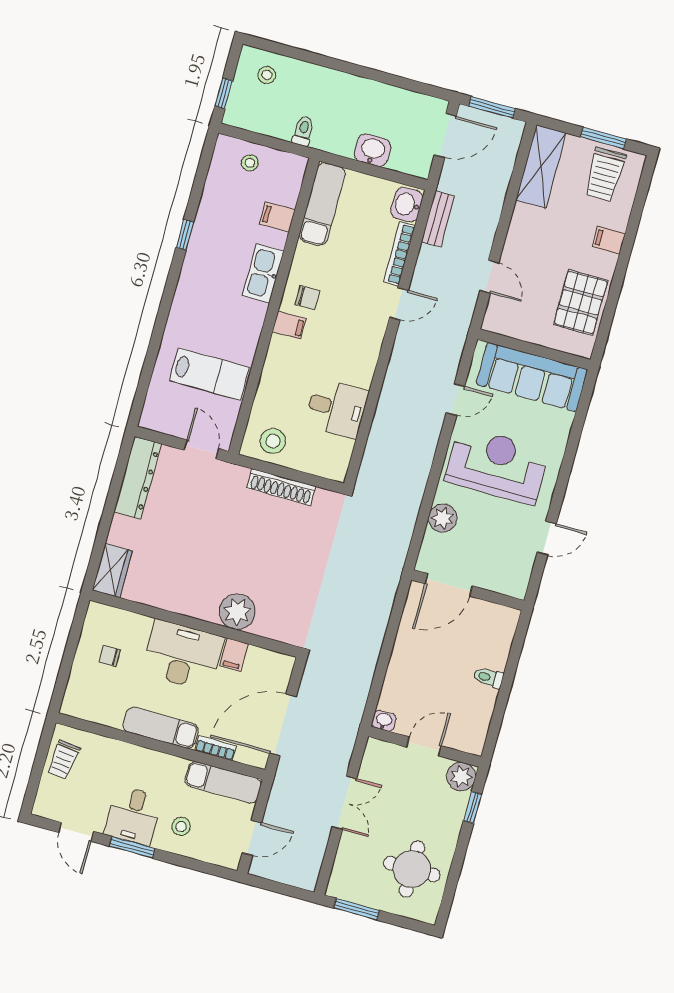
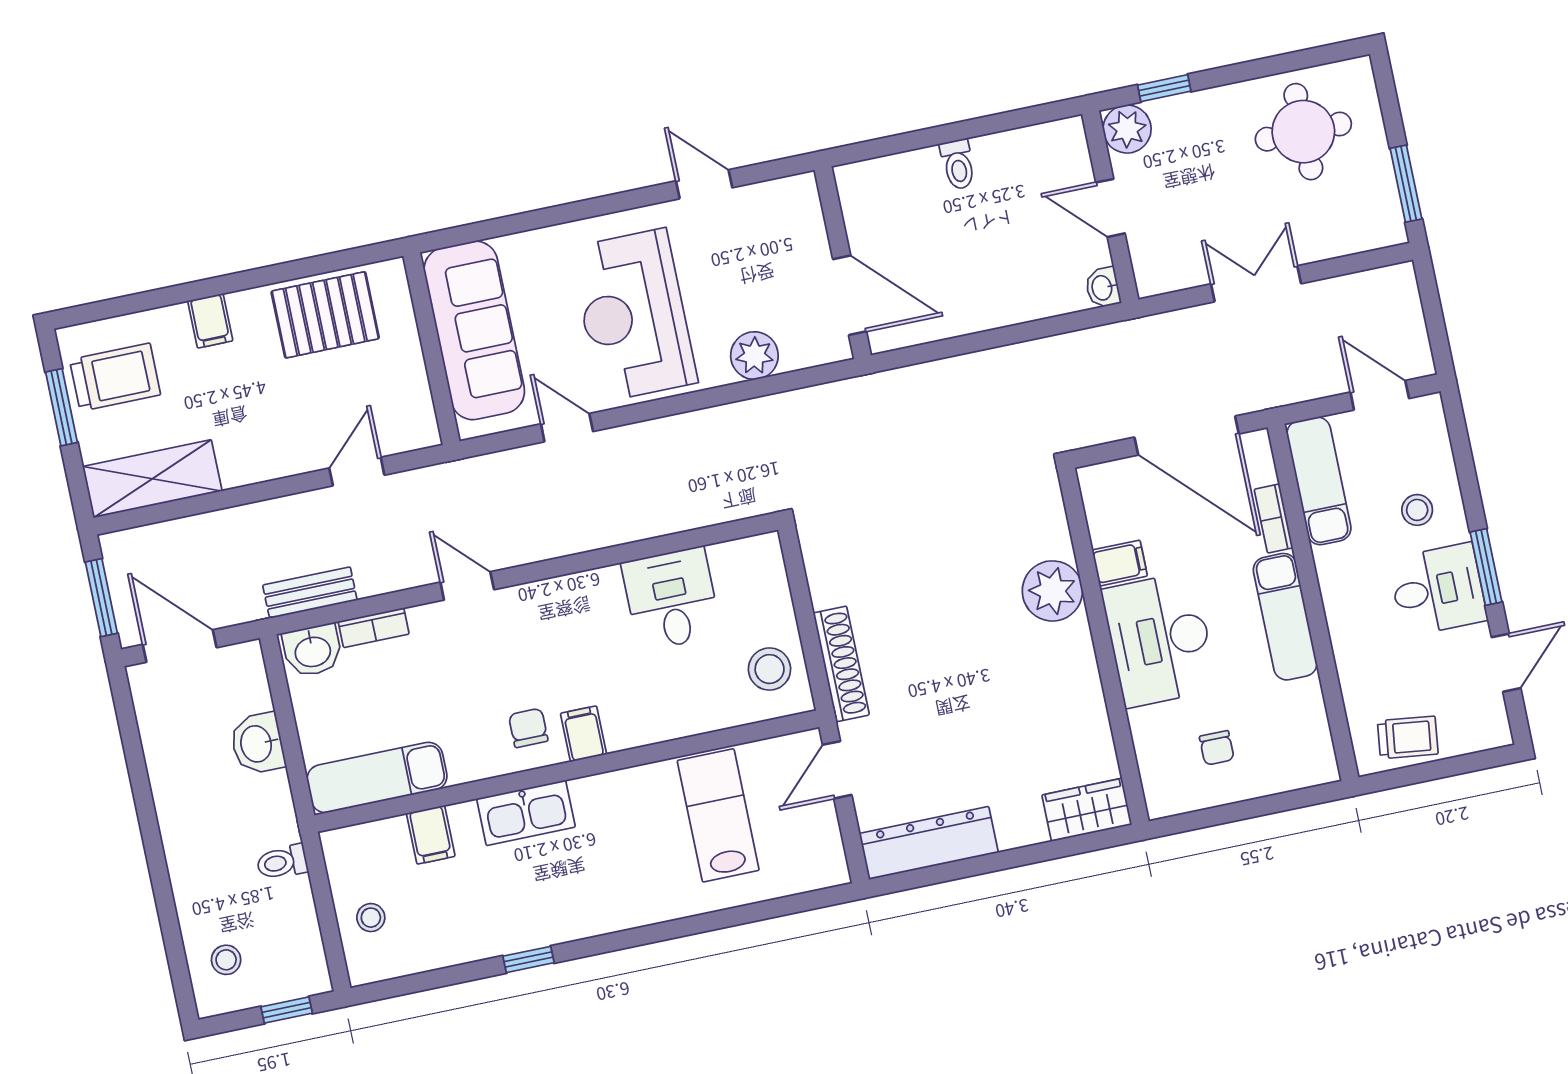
bookcase: (399, 254) -> (374, 628), width x0.64
shoe rack: (281, 487) -> (841, 664), moved

